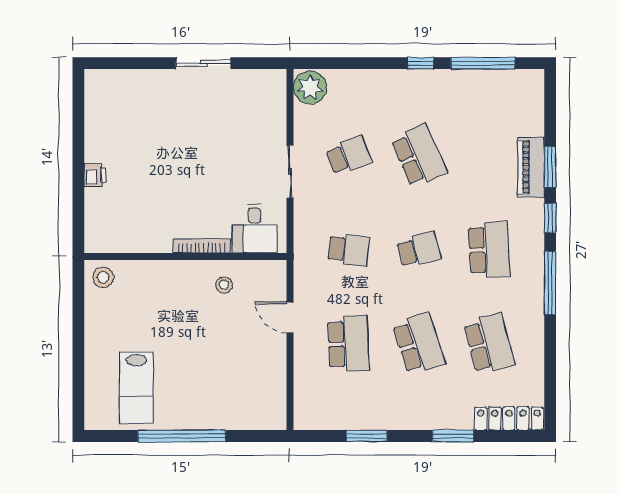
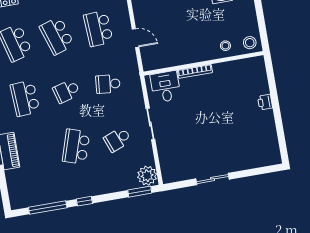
window: (327, 63) -> (140, 192), added
school desk: (419, 156) -> (76, 147), turned 42
stool: (224, 285) -> (225, 46), moved

